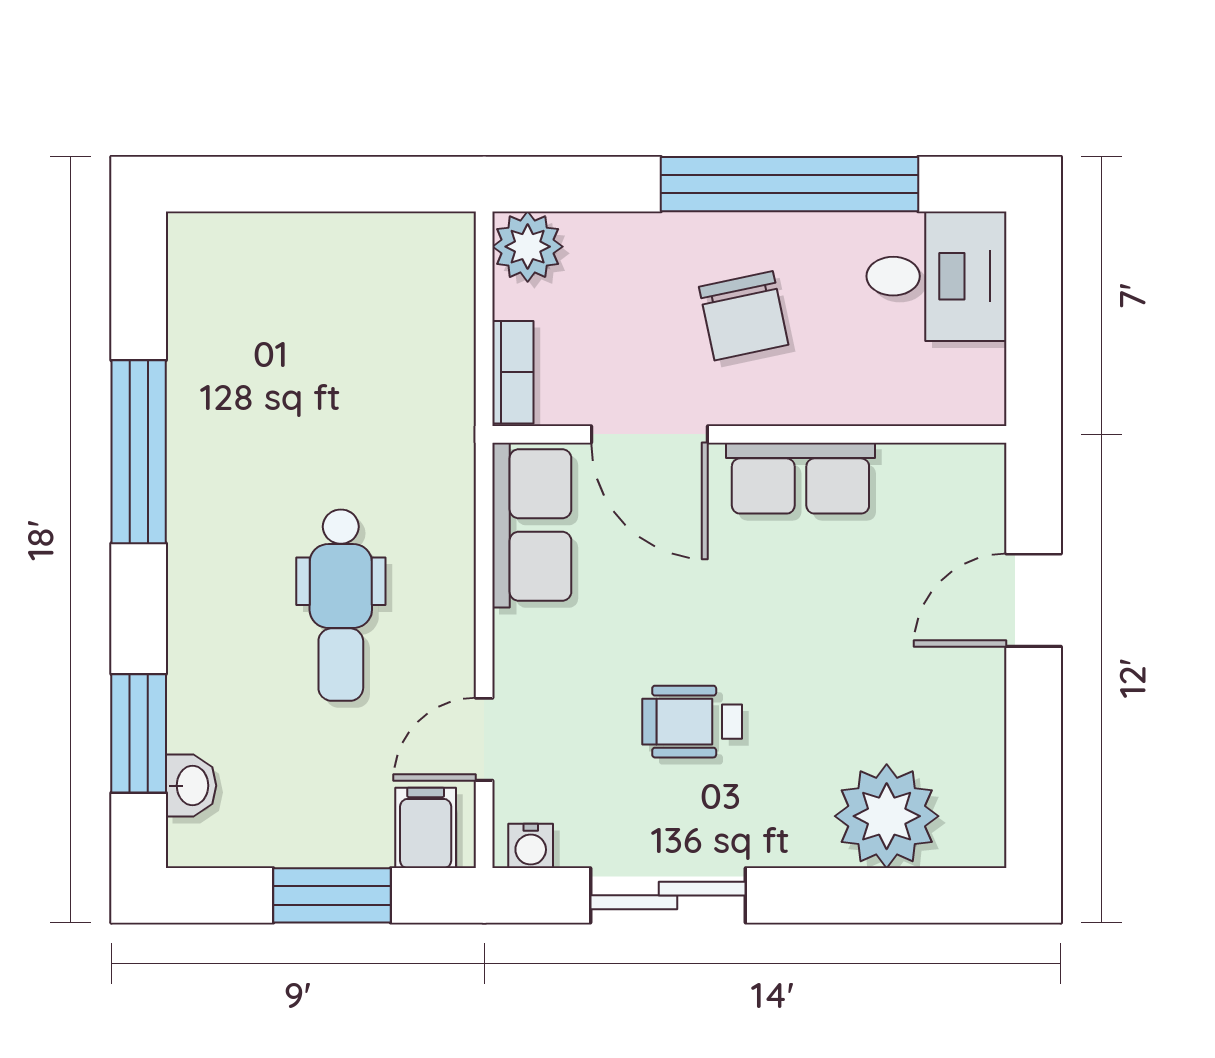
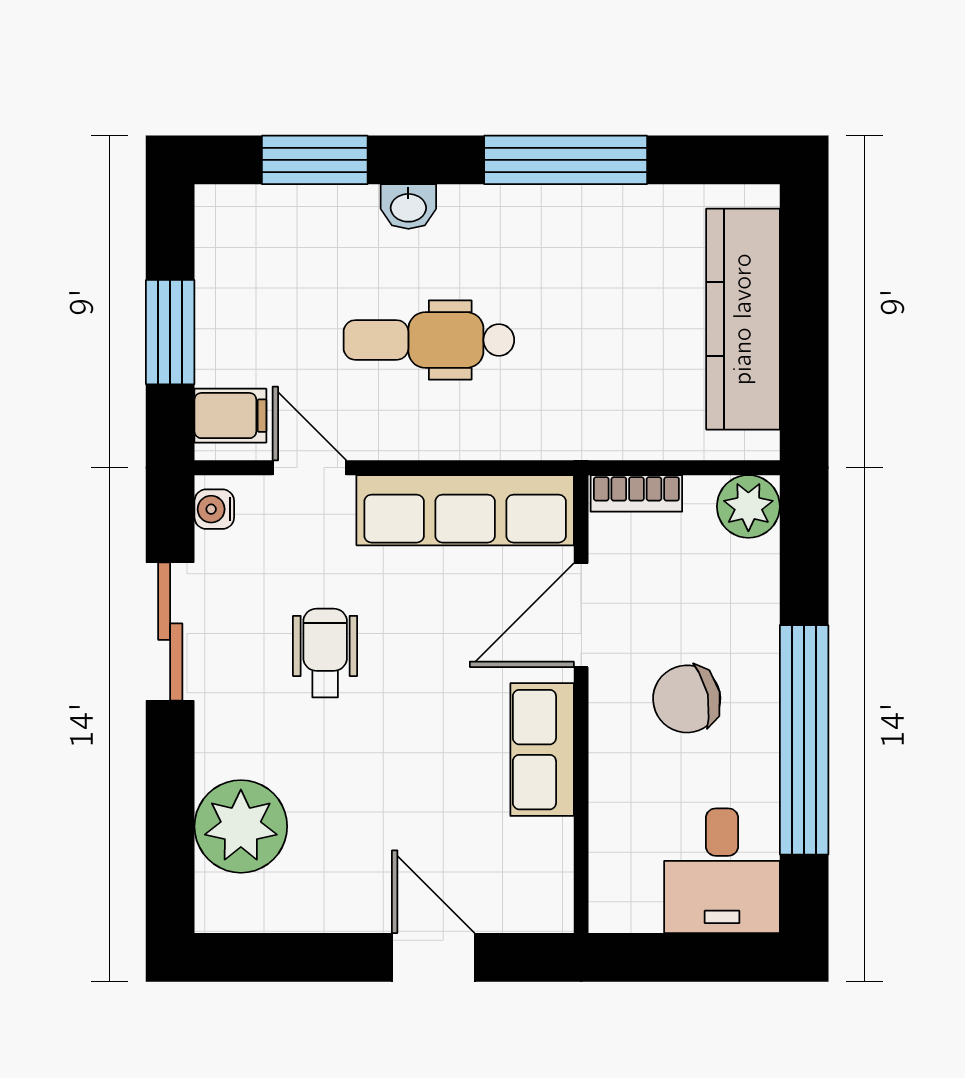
kitchen counter: (317, 253) -> (743, 319), added
row of seats: (532, 525) -> (465, 510), width x1.48
washbasin: (191, 786) -> (408, 207), moved

